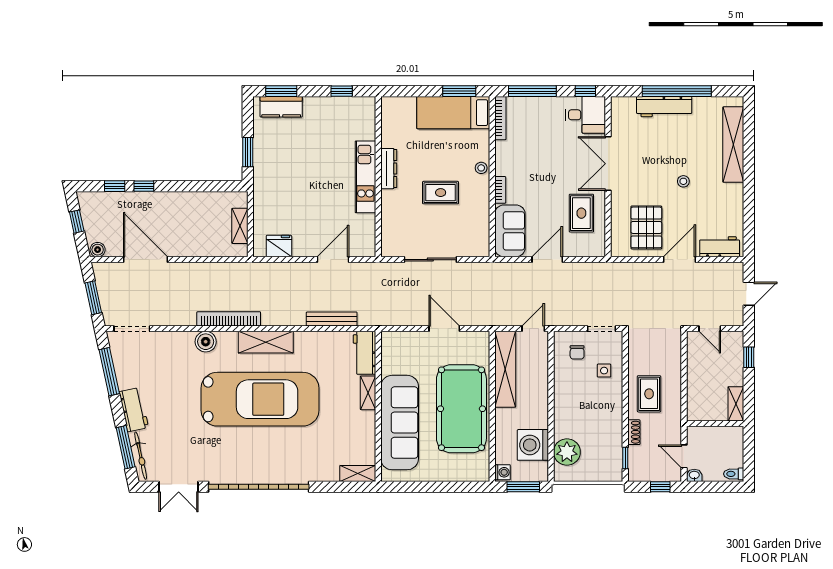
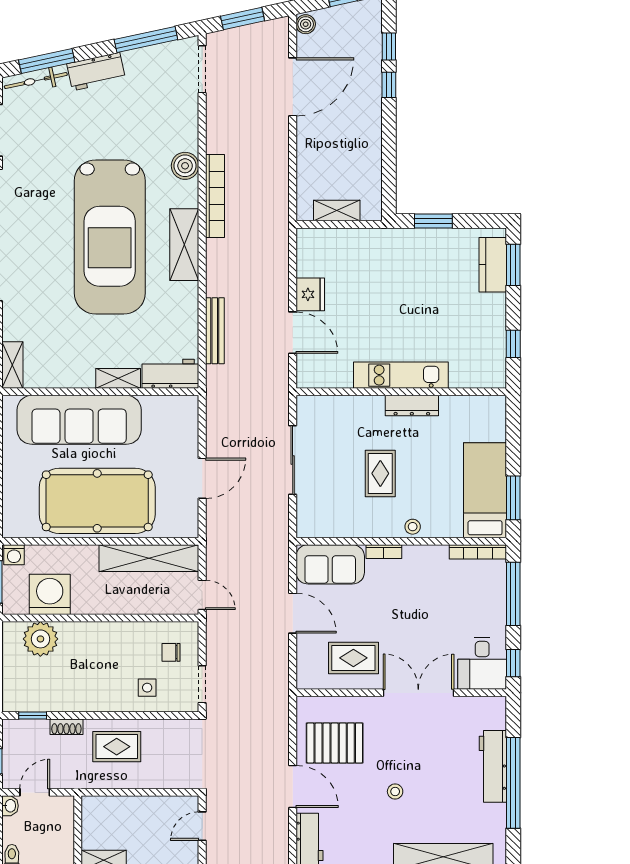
fridge: (279, 246) -> (310, 294), moved

